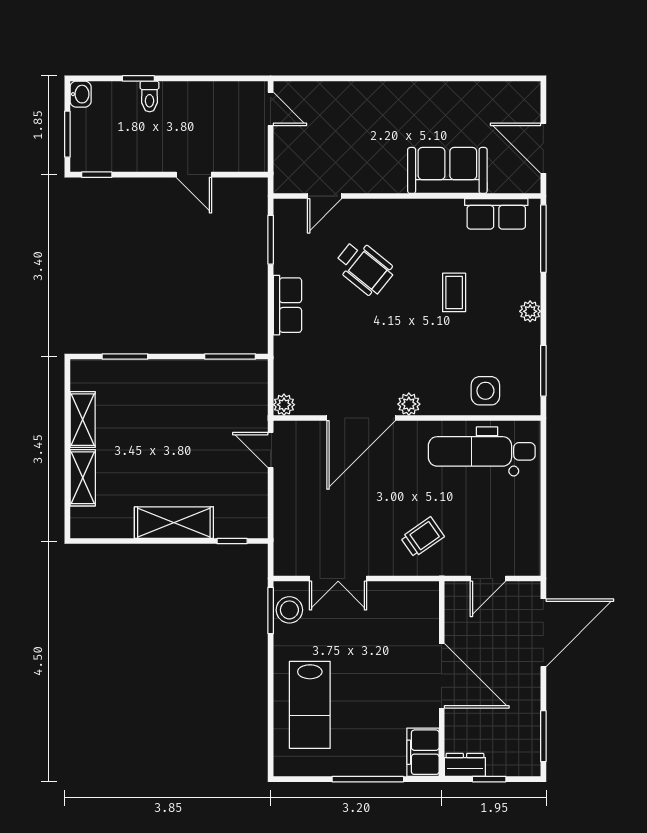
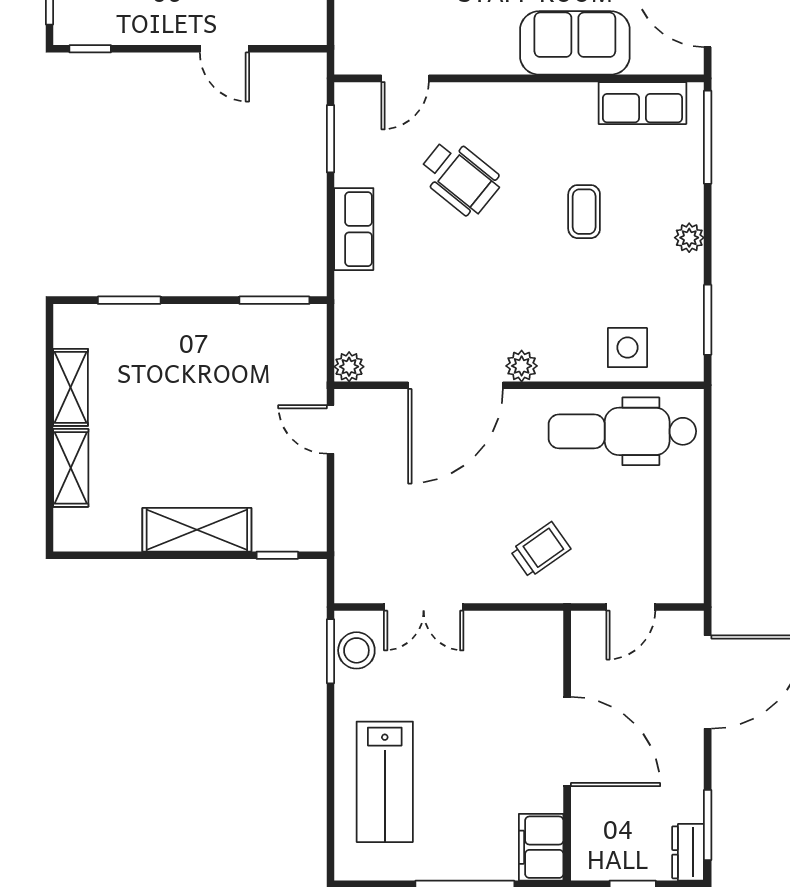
dresser: (465, 765) -> (688, 852), moved, turned -90

